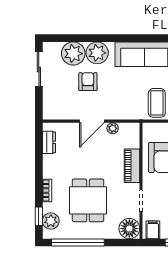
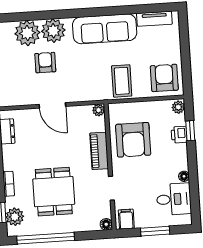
door: (92, 121) -> (52, 105), hinge flipped
plant: (113, 128) -> (99, 110), moved
floor lamp: (129, 229) -> (106, 224), width x0.53, depth x0.53

